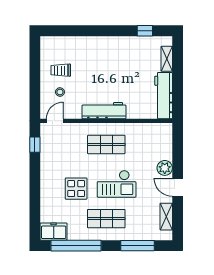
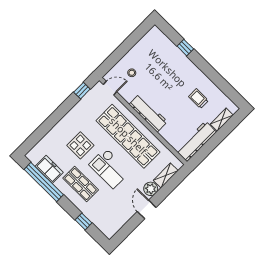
window: (145, 31) -> (185, 48), moved
trolley: (61, 70) -> (198, 99), moved
shop shelf: (106, 144) -> (128, 136), width x2.00, depth x1.36
shelving: (166, 217) -> (166, 176), moved
freezer: (54, 232) -> (49, 169), moved
window: (138, 246) -> (83, 221), width x0.46

